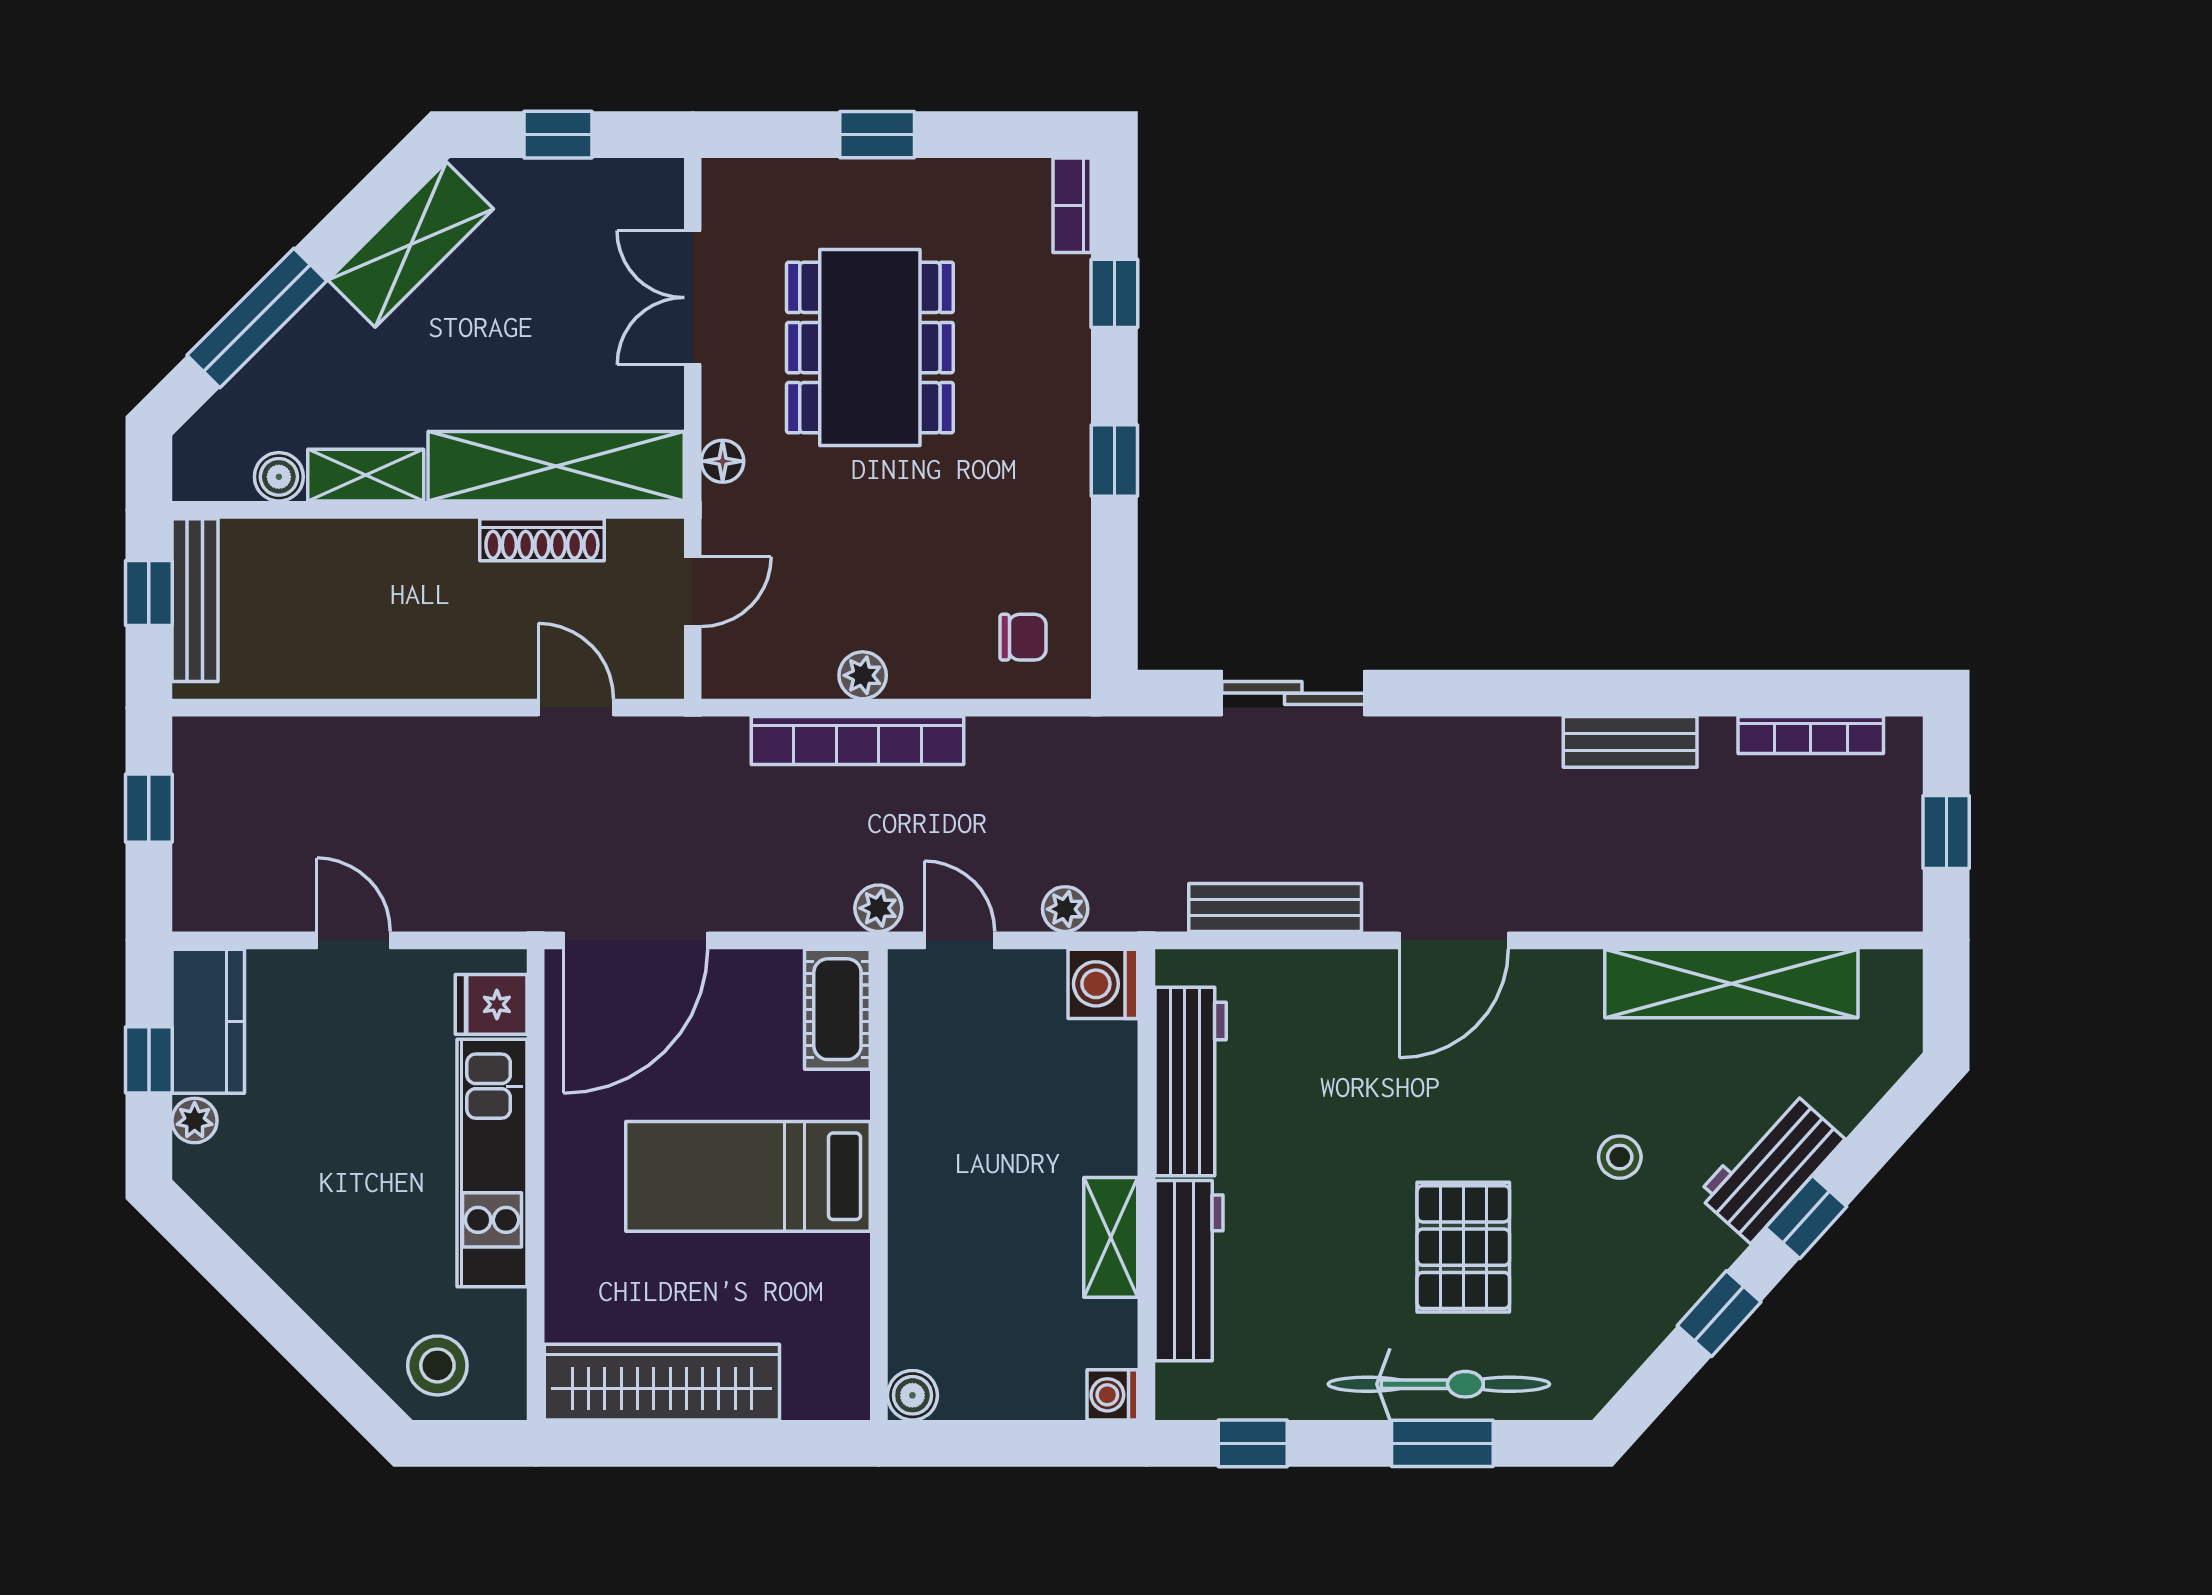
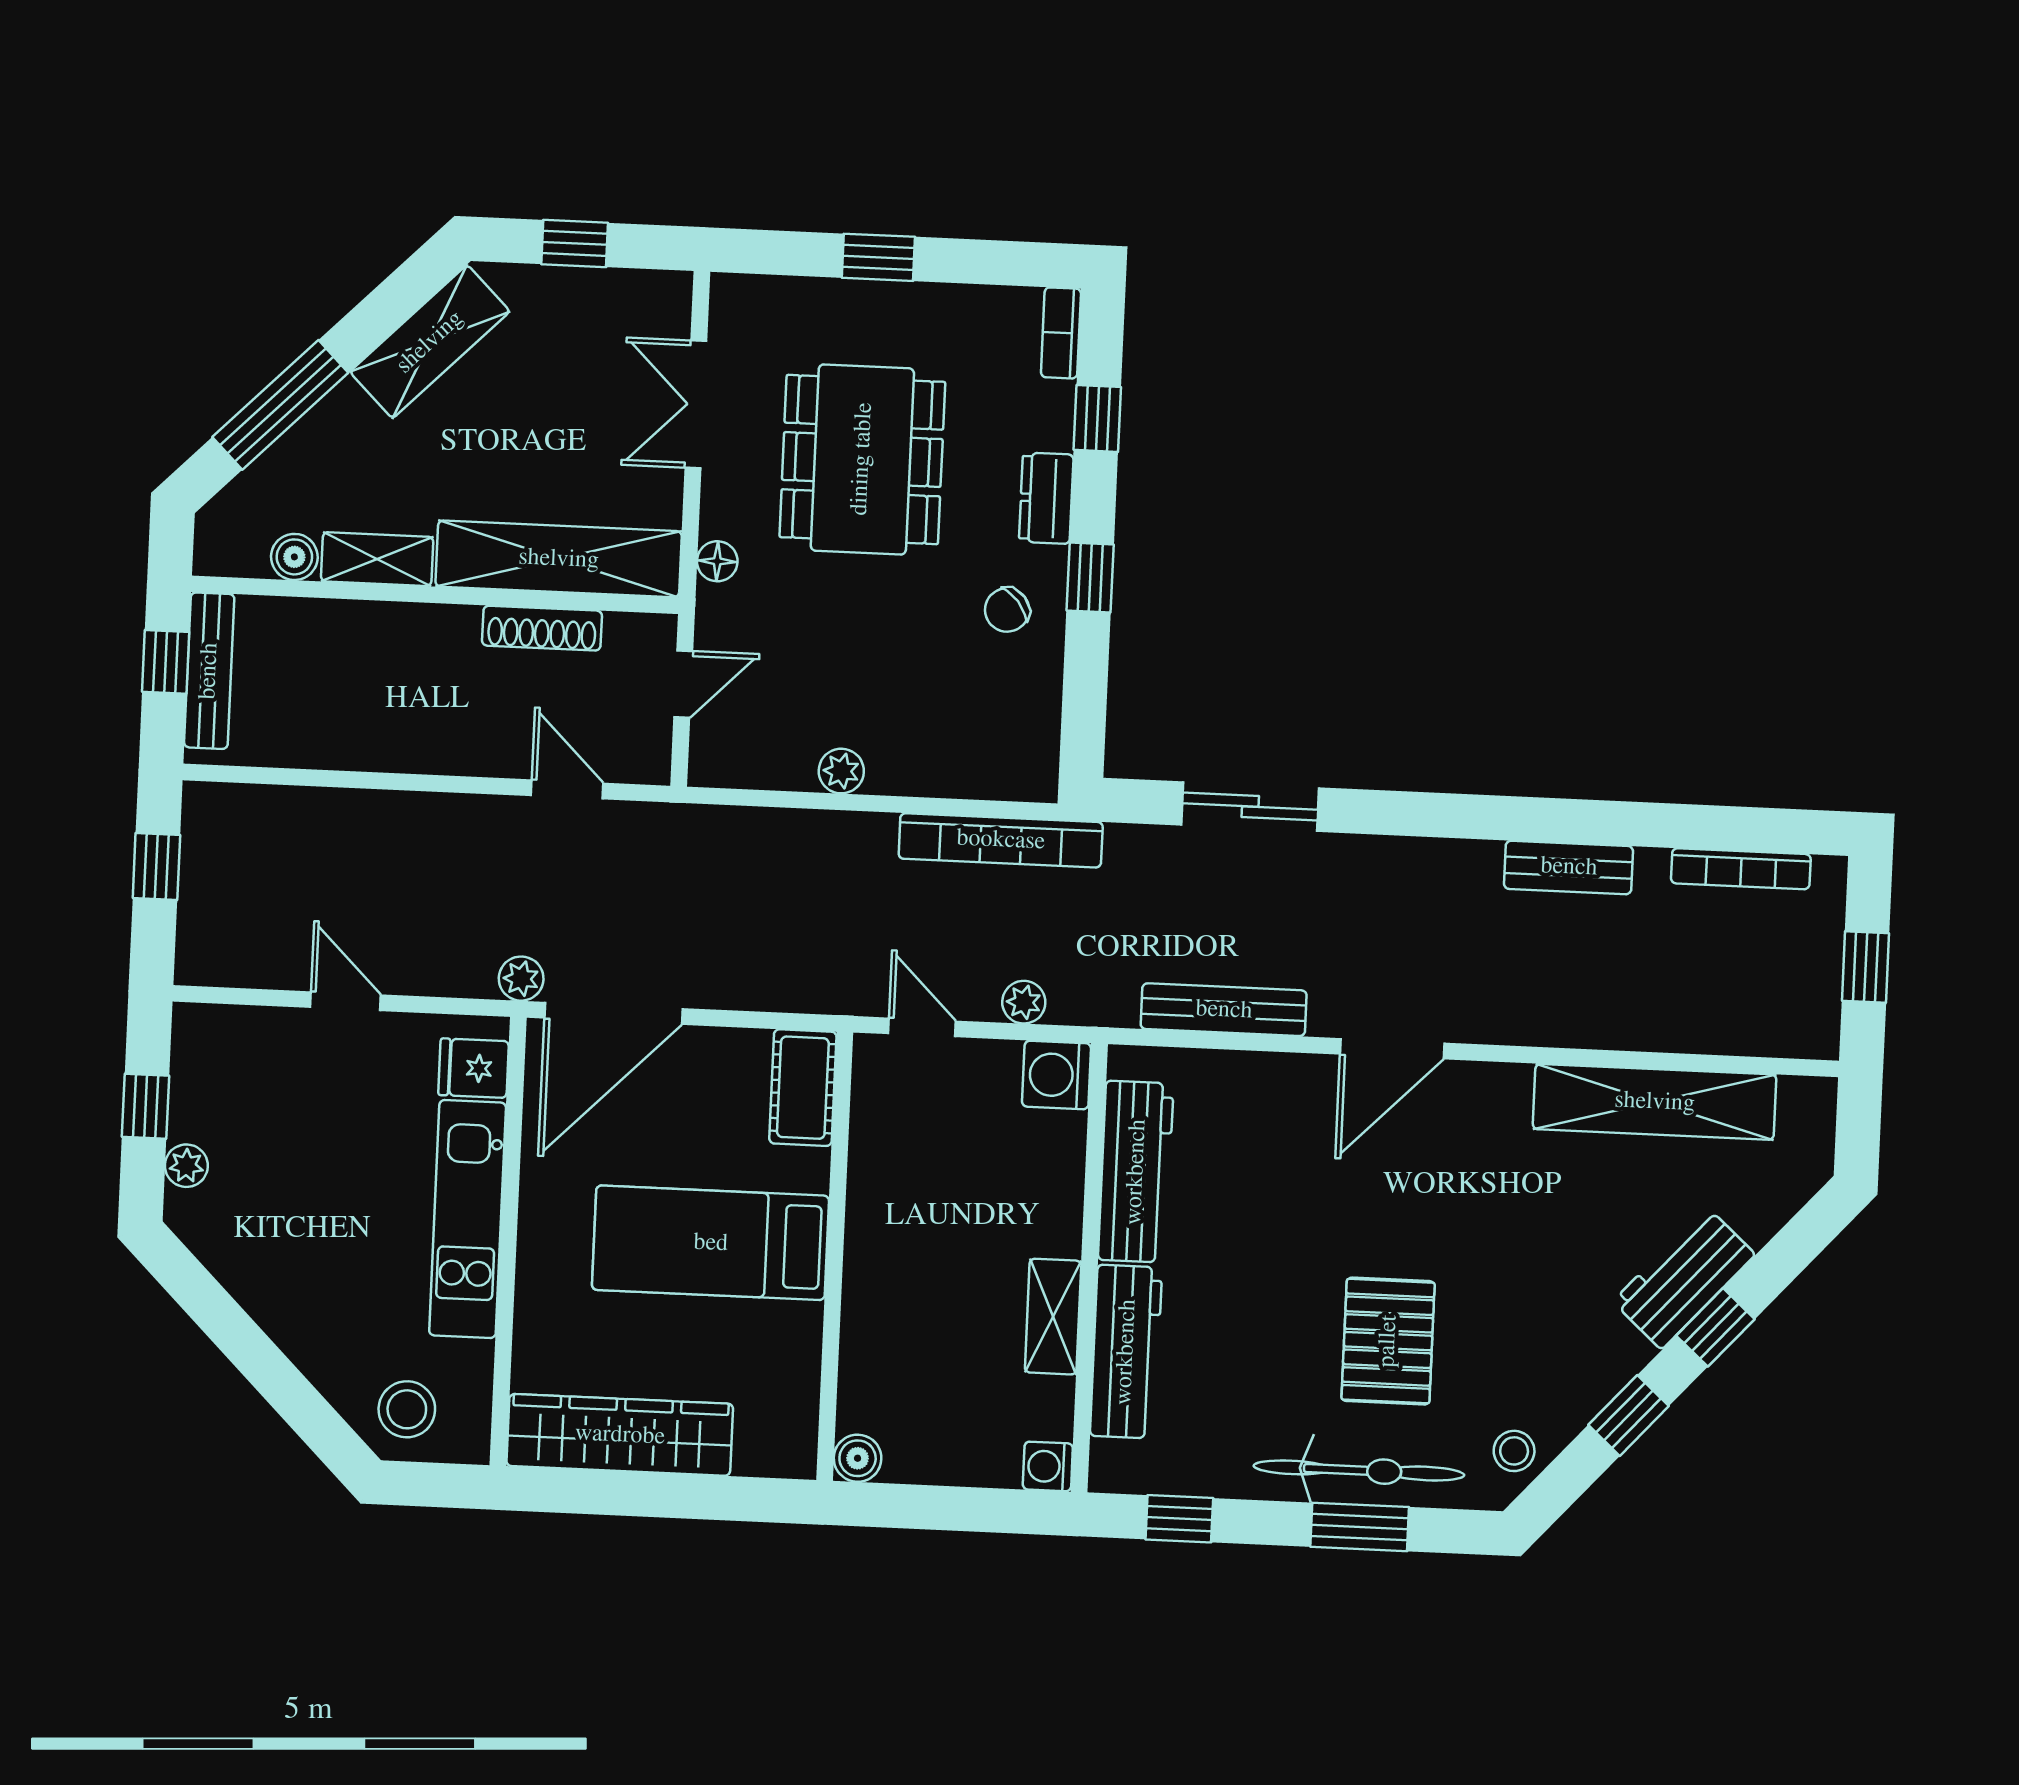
dresser: (1065, 379) -> (1046, 498), added
chair: (1023, 637) -> (1007, 610), moved, turned 141
bookcase: (858, 740) -> (1001, 840), moved
plant: (878, 908) -> (521, 979), moved
kitchen counter: (208, 1021) -> (204, 1072), removed
stool: (1620, 1157) -> (1514, 1451), moved

